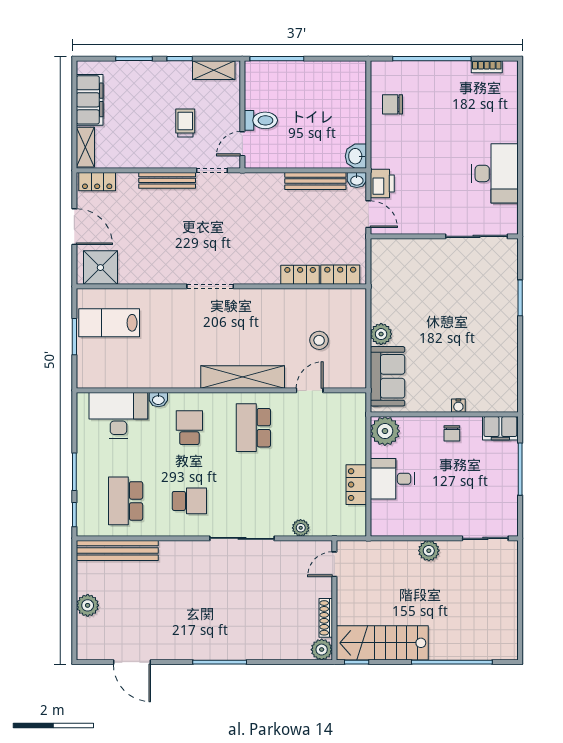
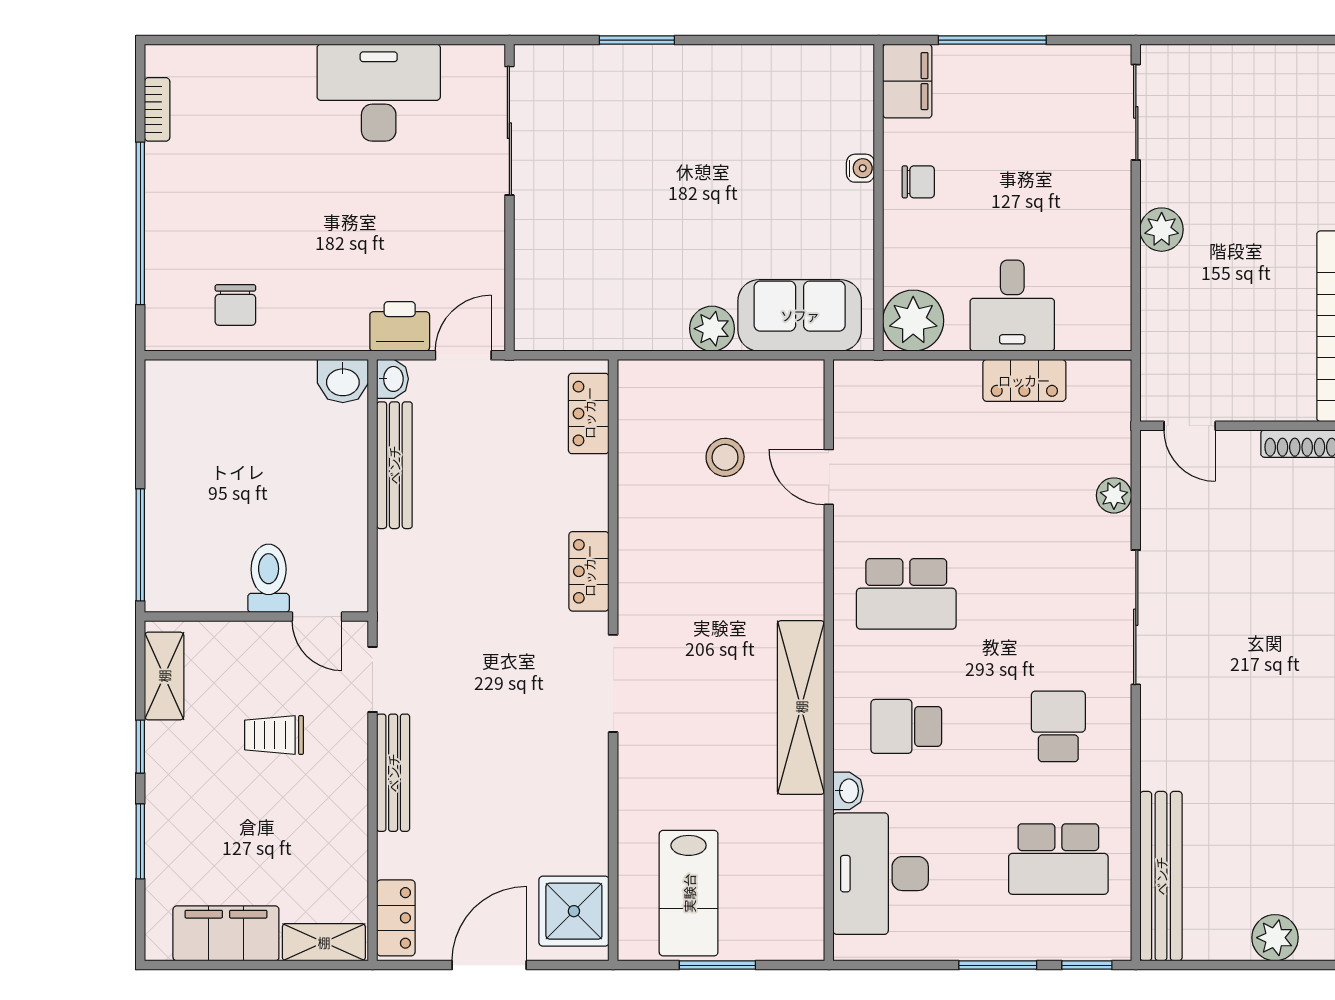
locker: (300, 275) -> (589, 571), moved
shelving: (243, 377) -> (801, 707), moved

